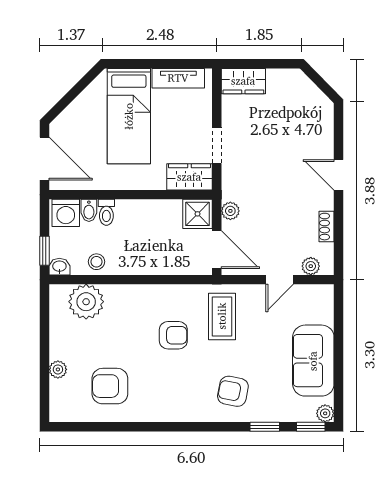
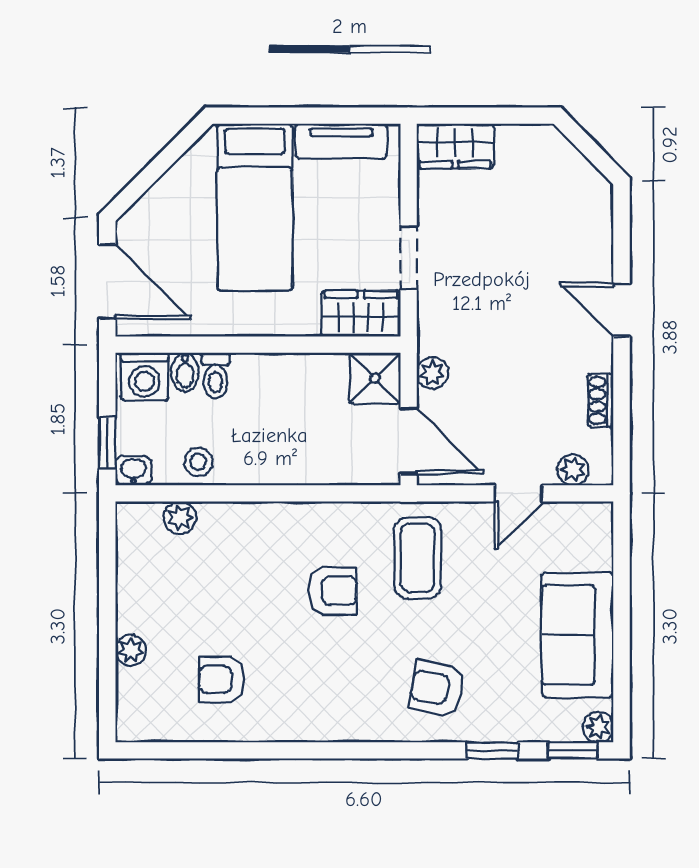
plant: (86, 302) -> (180, 518), width x0.53, depth x0.53
armchair: (110, 386) -> (222, 679), width x0.72, depth x0.72

